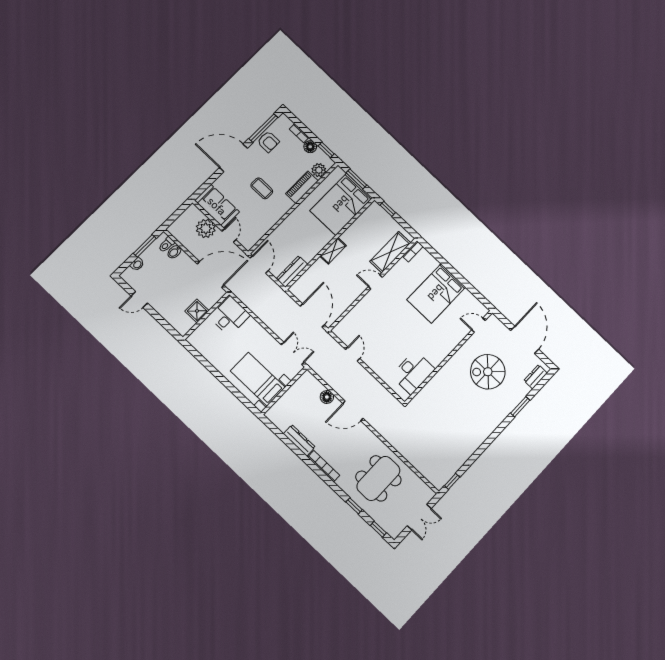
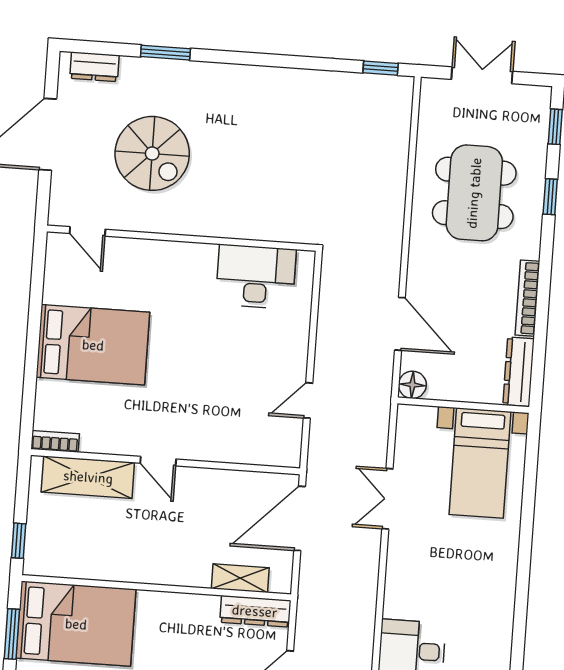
shelving: (333, 251) -> (240, 578), moved
bed with nightstands: (258, 379) -> (480, 463), moved
wall: (284, 391) -> (463, 405), moved
dining table: (378, 478) -> (474, 193), turned 90

